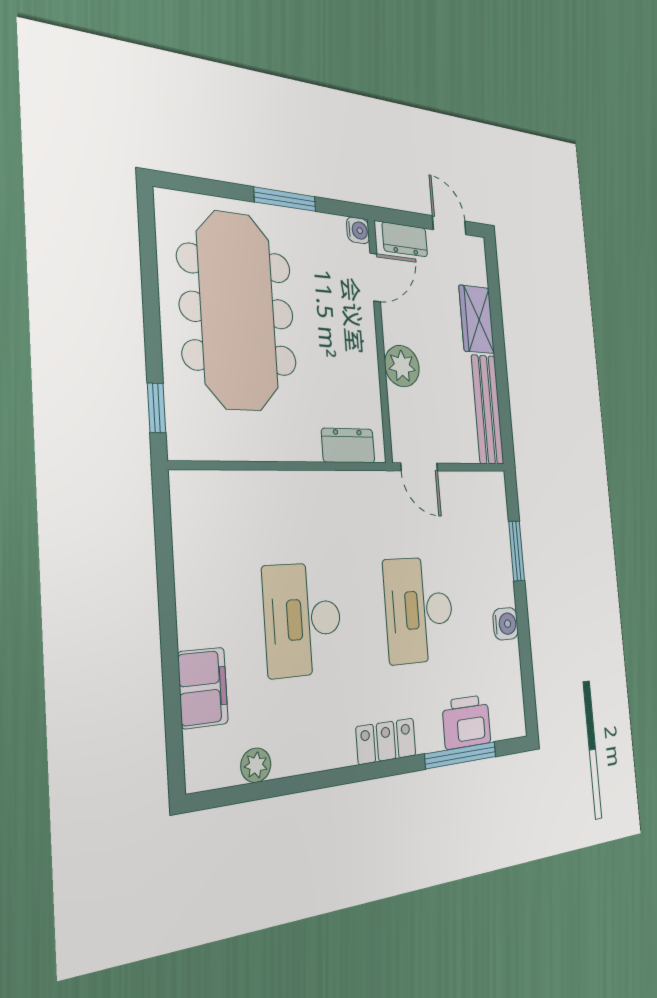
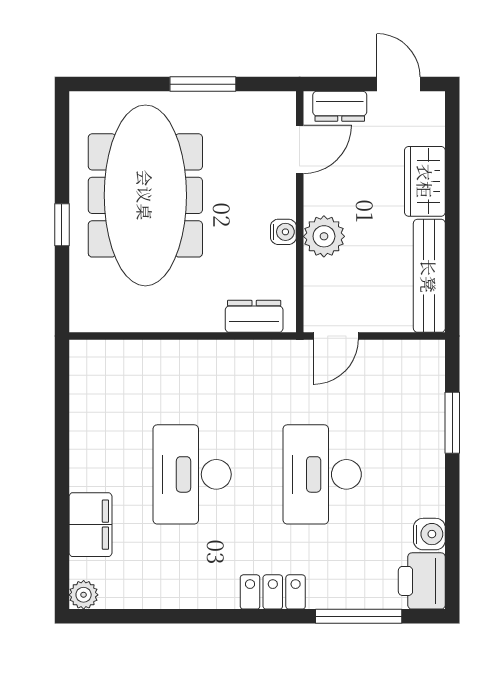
water cooler: (358, 230) -> (283, 232), moved
window: (157, 408) -> (62, 225), moved
door: (419, 467) -> (336, 336), hinge flipped
water cooler: (506, 624) -> (429, 534), moved
printer: (467, 722) -> (422, 581), moved, turned -90
plant: (256, 765) -> (84, 595), moved

